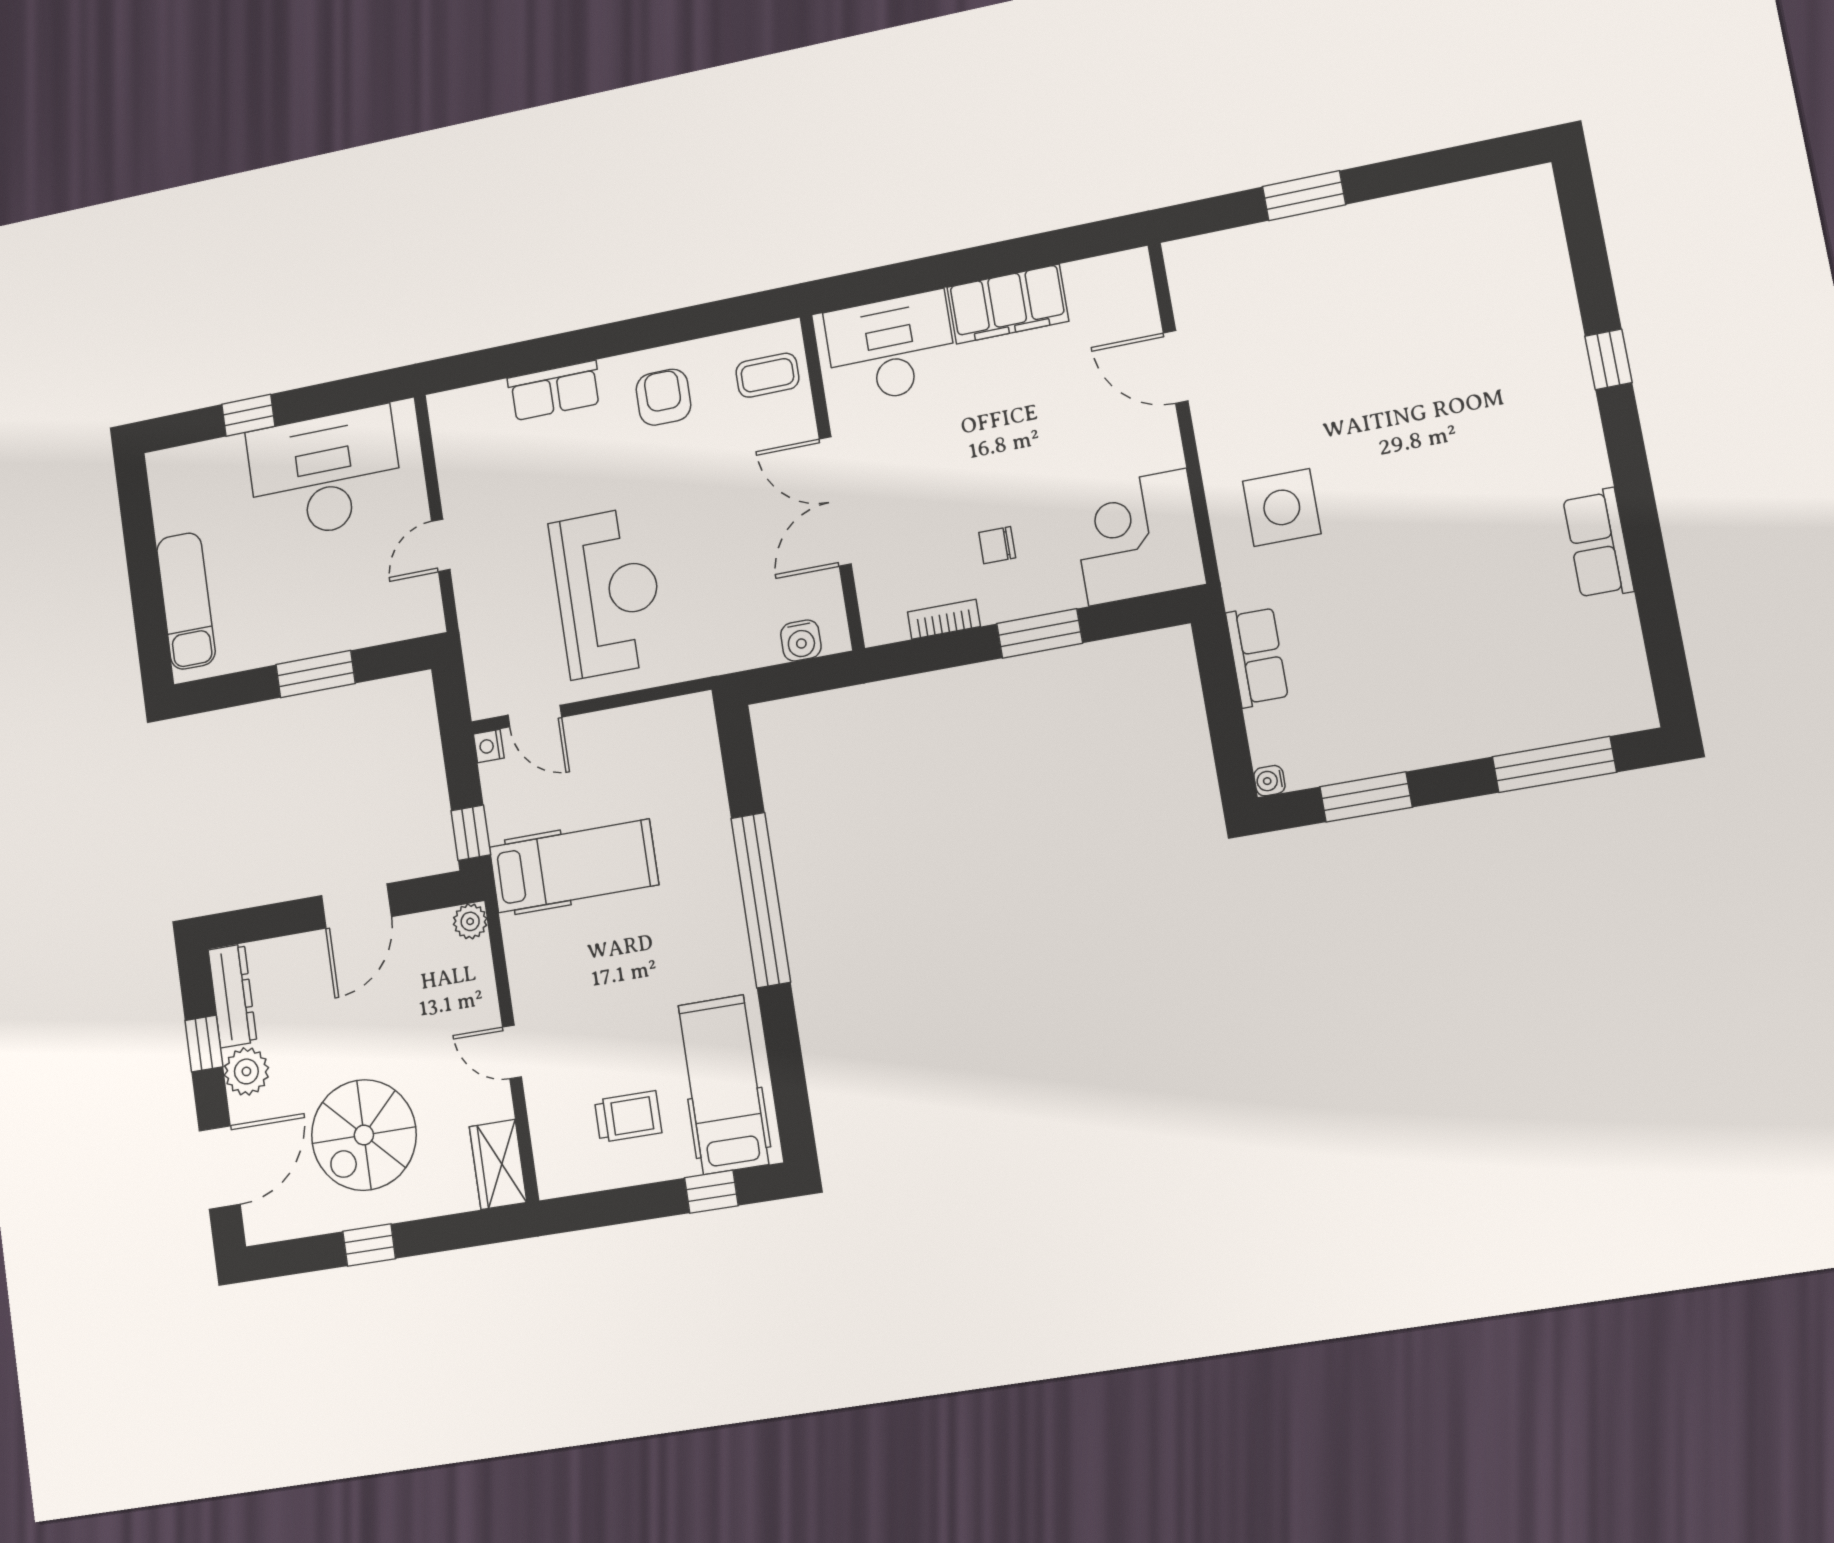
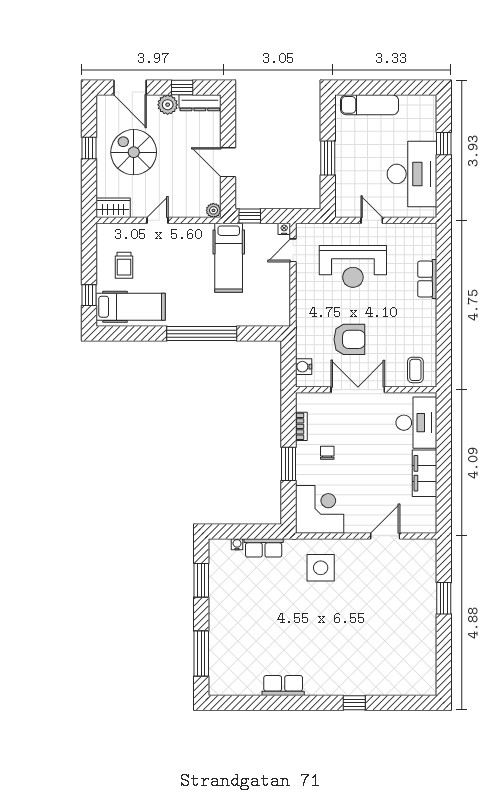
armchair: (663, 397) -> (349, 339), moved, width x1.38, depth x1.38
reception desk: (608, 592) -> (353, 266), moved
water cooler: (1269, 781) -> (237, 544), moved

